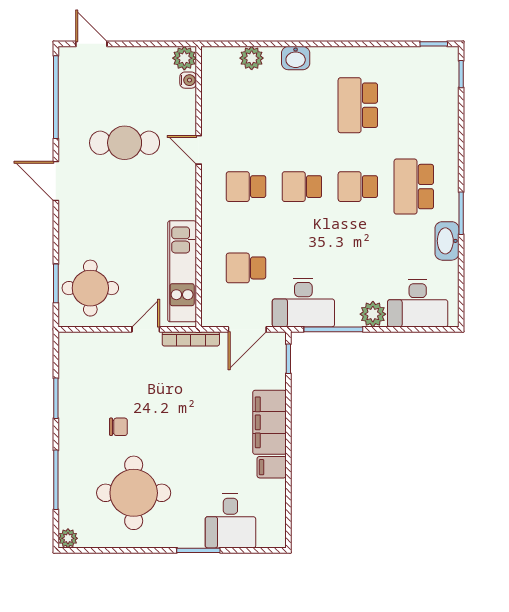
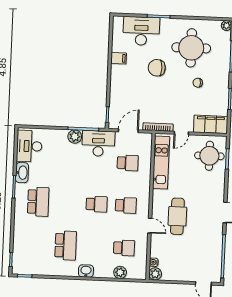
washbasin: (296, 58) -> (86, 271), moved
cafe table: (125, 143) -> (177, 216), moved, turned 90
school desk: (358, 187) -> (124, 248), moved
desk: (418, 303) -> (29, 146), moved, turned -90
plant: (373, 314) -> (75, 137), moved
filing cabinet: (269, 422) -> (211, 124), moved, turned -90
chair: (198, 452) -> (157, 68), added
desk: (230, 521) -> (141, 31), width x1.37

